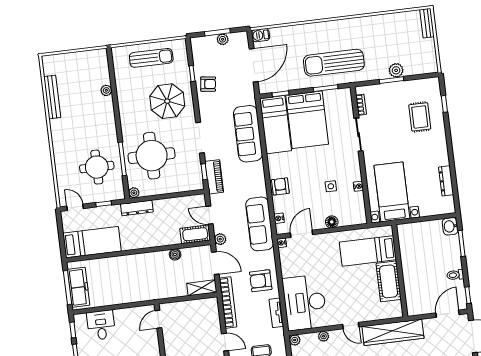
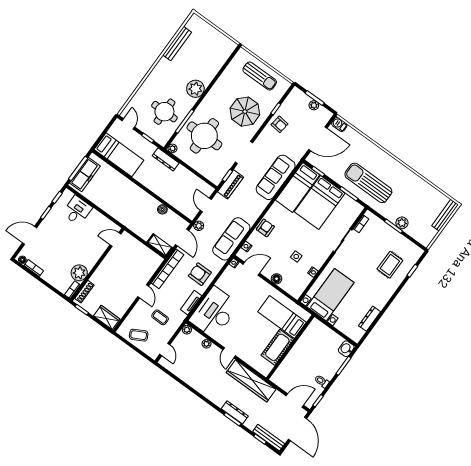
bench: (427, 23) -> (445, 215), width x1.36
plant: (106, 90) -> (195, 89), moved, width x1.88, depth x1.88
cot: (195, 234) -> (186, 209), removed

